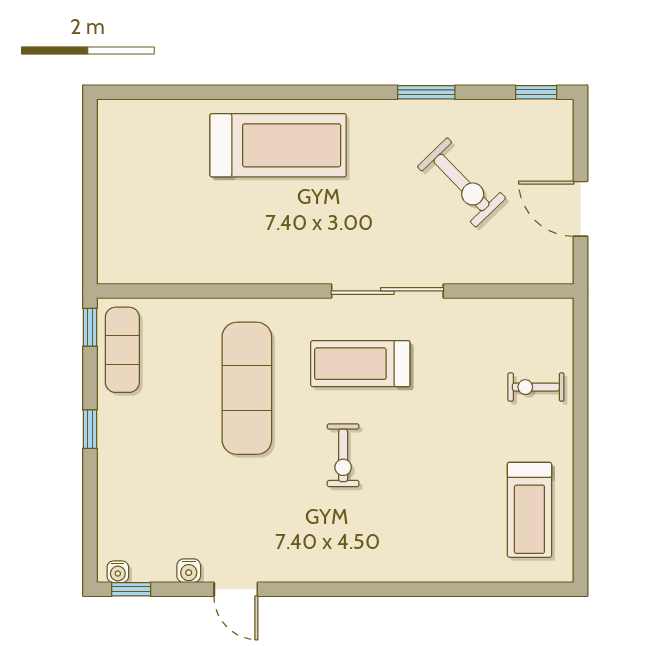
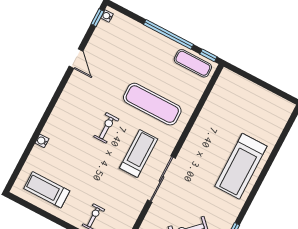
window: (90, 429) -> (168, 34), width x3.17
exercise bike: (343, 455) -> (106, 128), turned 90
water cooler: (189, 571) -> (42, 141), moved
door: (236, 589) -> (76, 59), swing flipped

